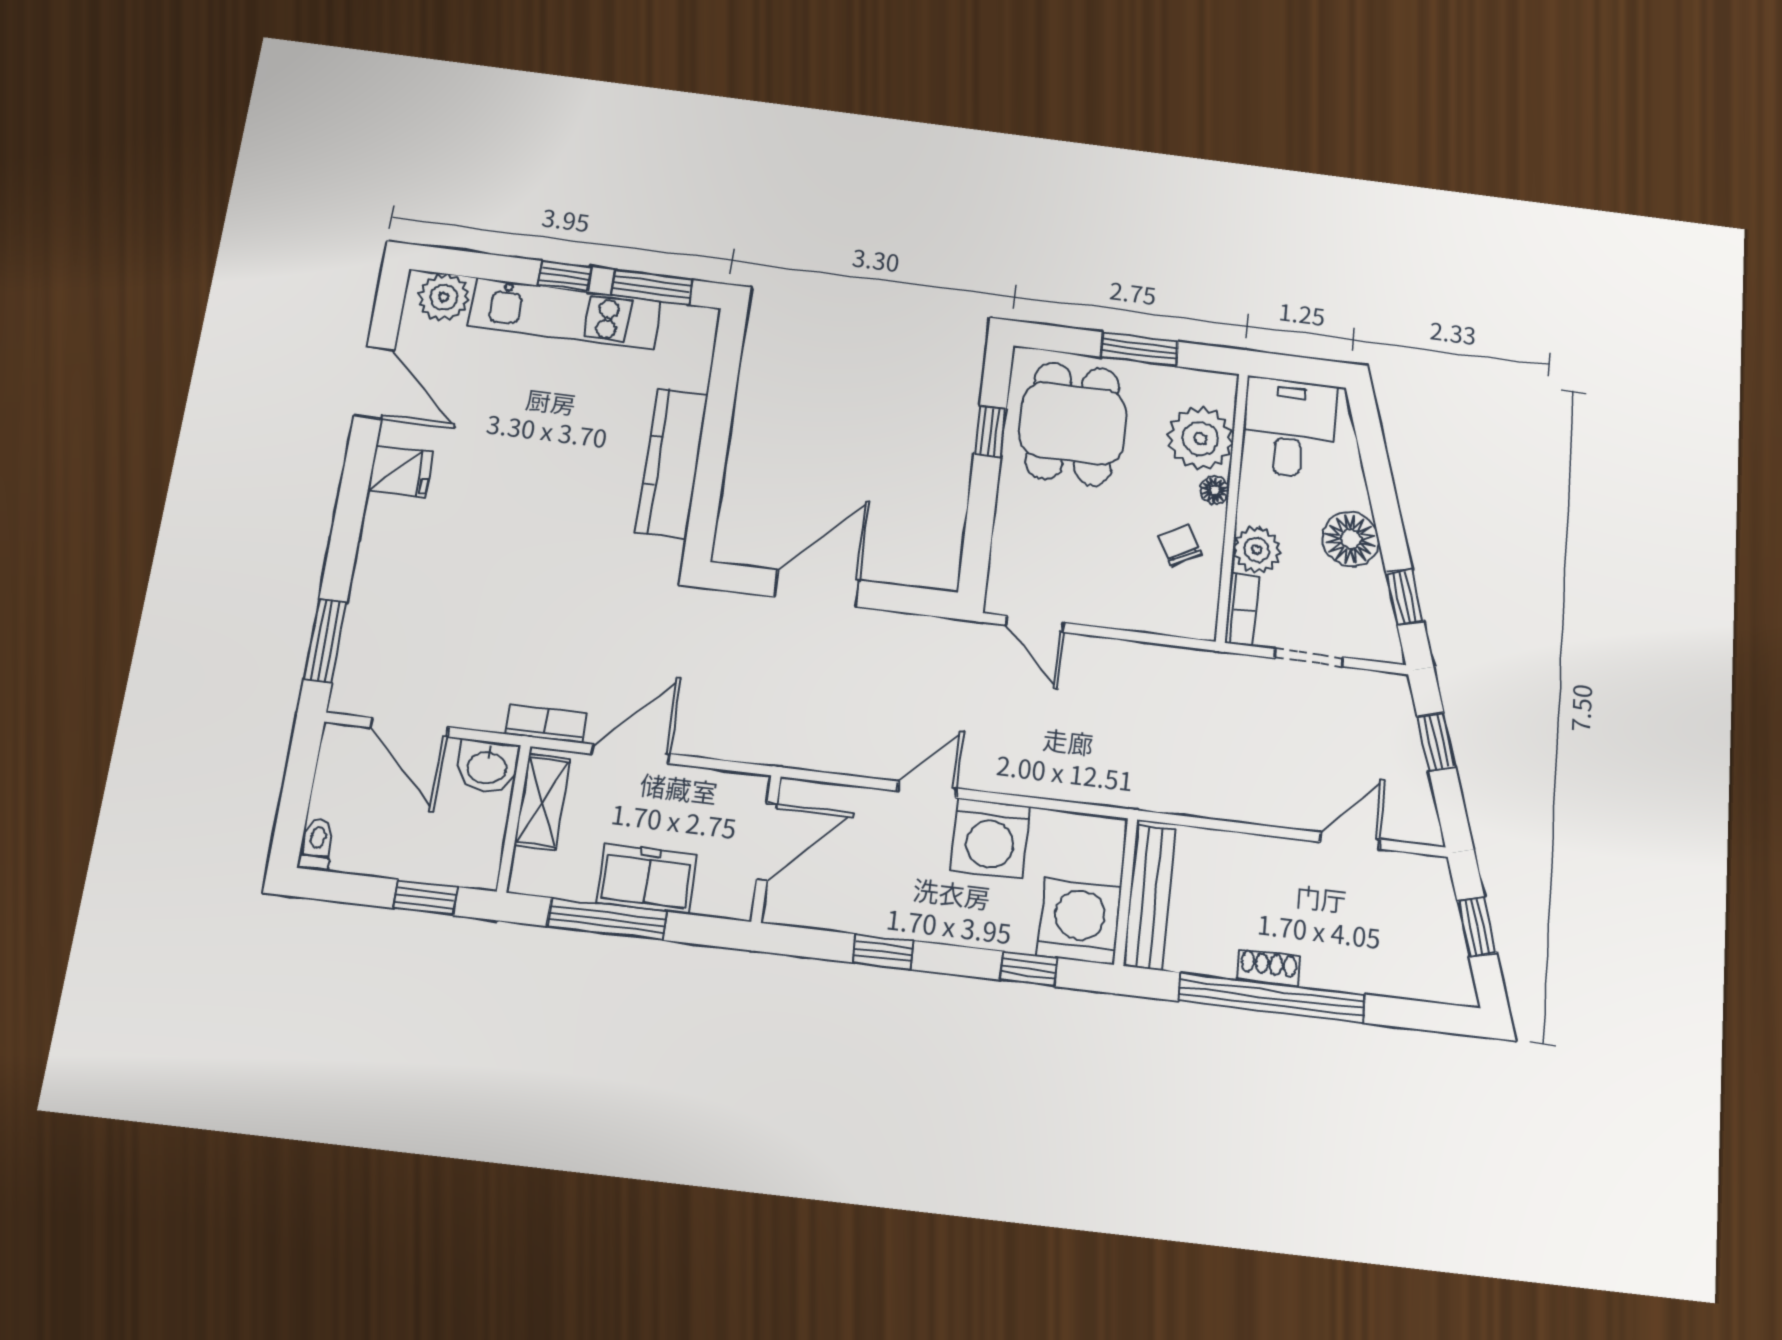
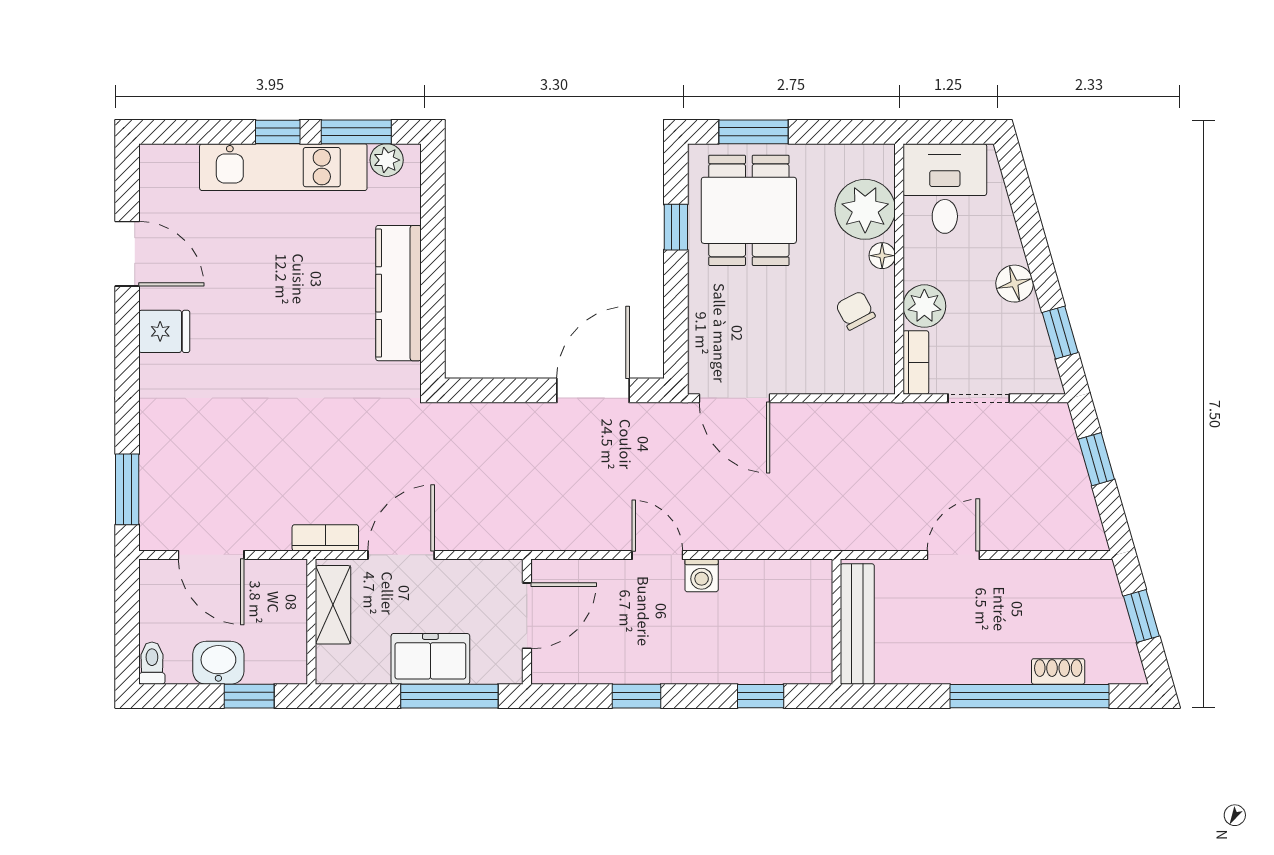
plant: (444, 297) -> (387, 160), moved, width x0.73, depth x0.73
window: (1140, 349) -> (753, 132), moved
floor lamp: (1350, 539) -> (1015, 284), width x0.73, depth x0.73
door: (817, 588) -> (593, 390), moved
door: (1035, 624) -> (734, 398), width x1.38
washbasin: (487, 766) -> (218, 663), moved, turned 180
door: (927, 790) -> (657, 555), hinge flipped
washing machine: (990, 838) -> (702, 575), width x0.53, depth x0.53
door: (1350, 841) -> (953, 555), moved
window: (607, 919) -> (449, 696), moved
washing machine: (1079, 921) -> (799, 651), removed
shoe rack: (1269, 968) -> (1058, 671), moved
window: (1272, 998) -> (1029, 696), moved

